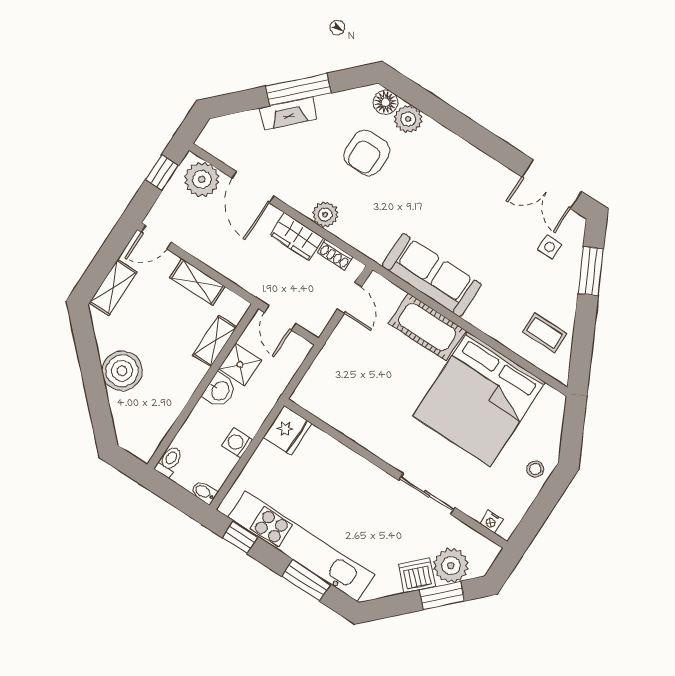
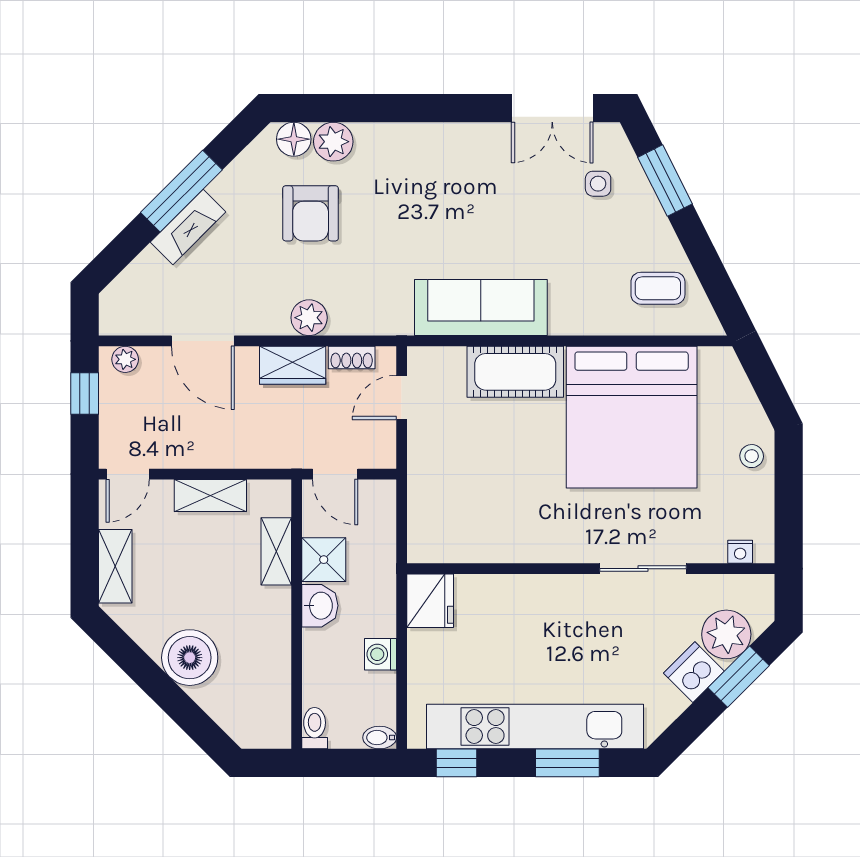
plant: (202, 179) -> (125, 359), width x0.53, depth x0.53
door: (349, 298) -> (402, 397), swing flipped

